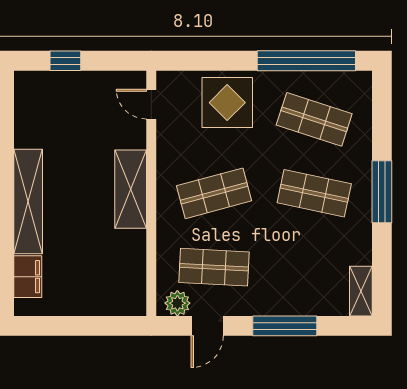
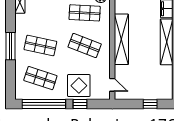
window: (225, 61) -> (80, 104), added
shelving: (131, 189) -> (121, 39), width x1.47
shop shelf: (214, 193) -> (85, 45), turned 36

